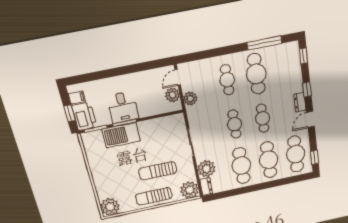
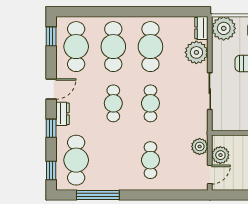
cafe table: (256, 74) -> (76, 160), moved

